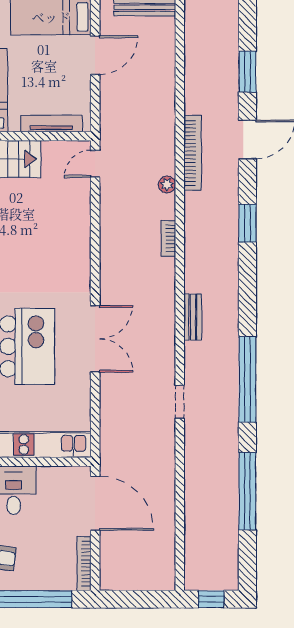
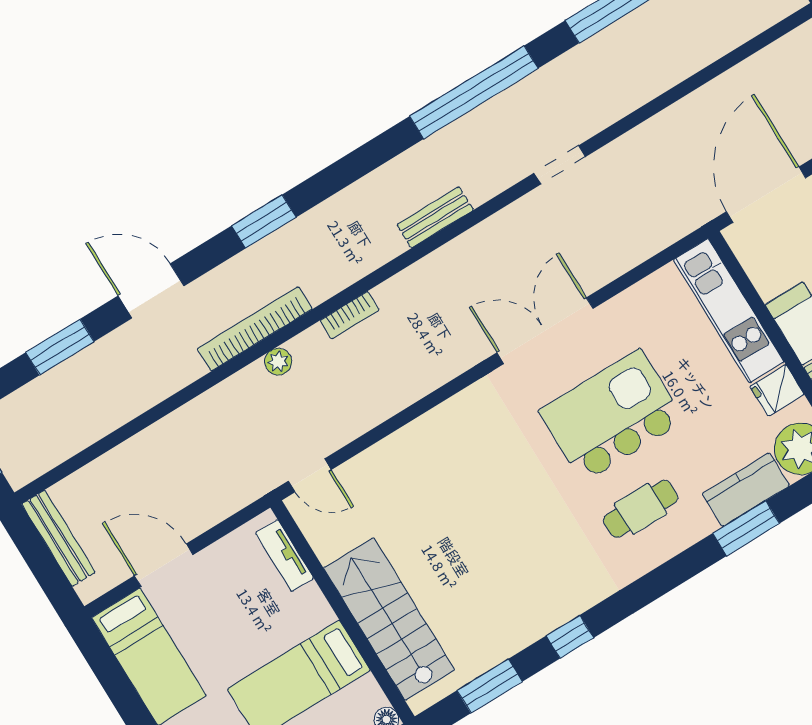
tv unit: (51, 124) -> (284, 556), width x0.71
bookcase: (193, 153) -> (255, 329), moved

